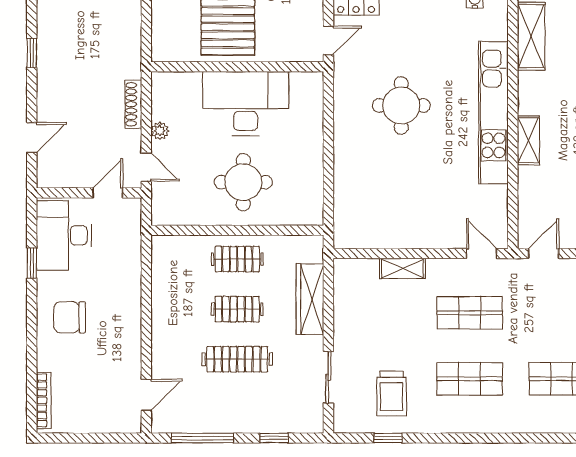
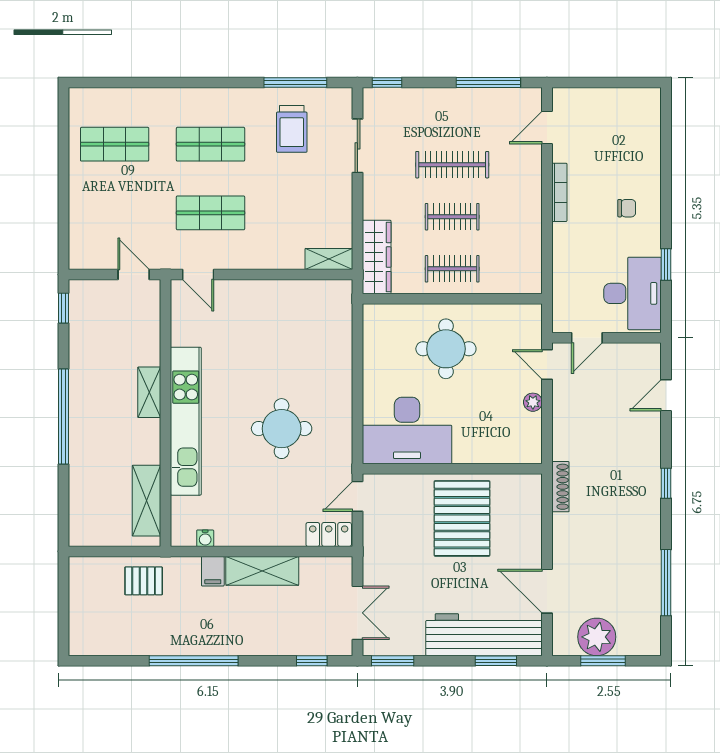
shoe rack: (133, 104) -> (560, 487), moved
desk: (246, 104) -> (407, 431), moved
door: (544, 254) -> (134, 275), swing flipped
shelving: (402, 269) -> (329, 259), moved
wardrobe: (310, 299) -> (377, 257), moved
chair: (70, 317) -> (627, 208), width x0.54, depth x0.54
trolley: (391, 394) -> (292, 129), turned 180
bookcase: (44, 400) -> (559, 192), moved, turned 180
window: (274, 438) -> (387, 83), moved
window: (388, 438) -> (295, 83), width x2.17

